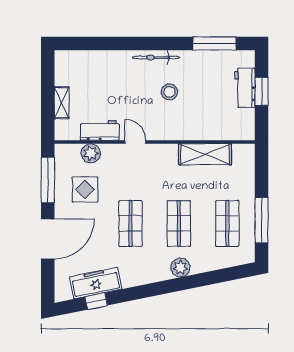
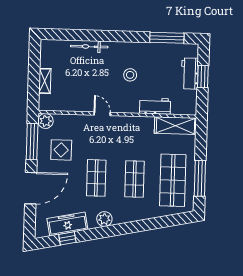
bicycle: (156, 57) -> (89, 47), moved
workbench: (100, 130) -> (155, 106), moved
plant: (91, 153) -> (45, 121), moved
shelving: (205, 154) -> (175, 126), moved
shop shelf: (227, 223) -> (173, 180), width x1.43, depth x1.36
plant: (180, 268) -> (104, 219), moved

